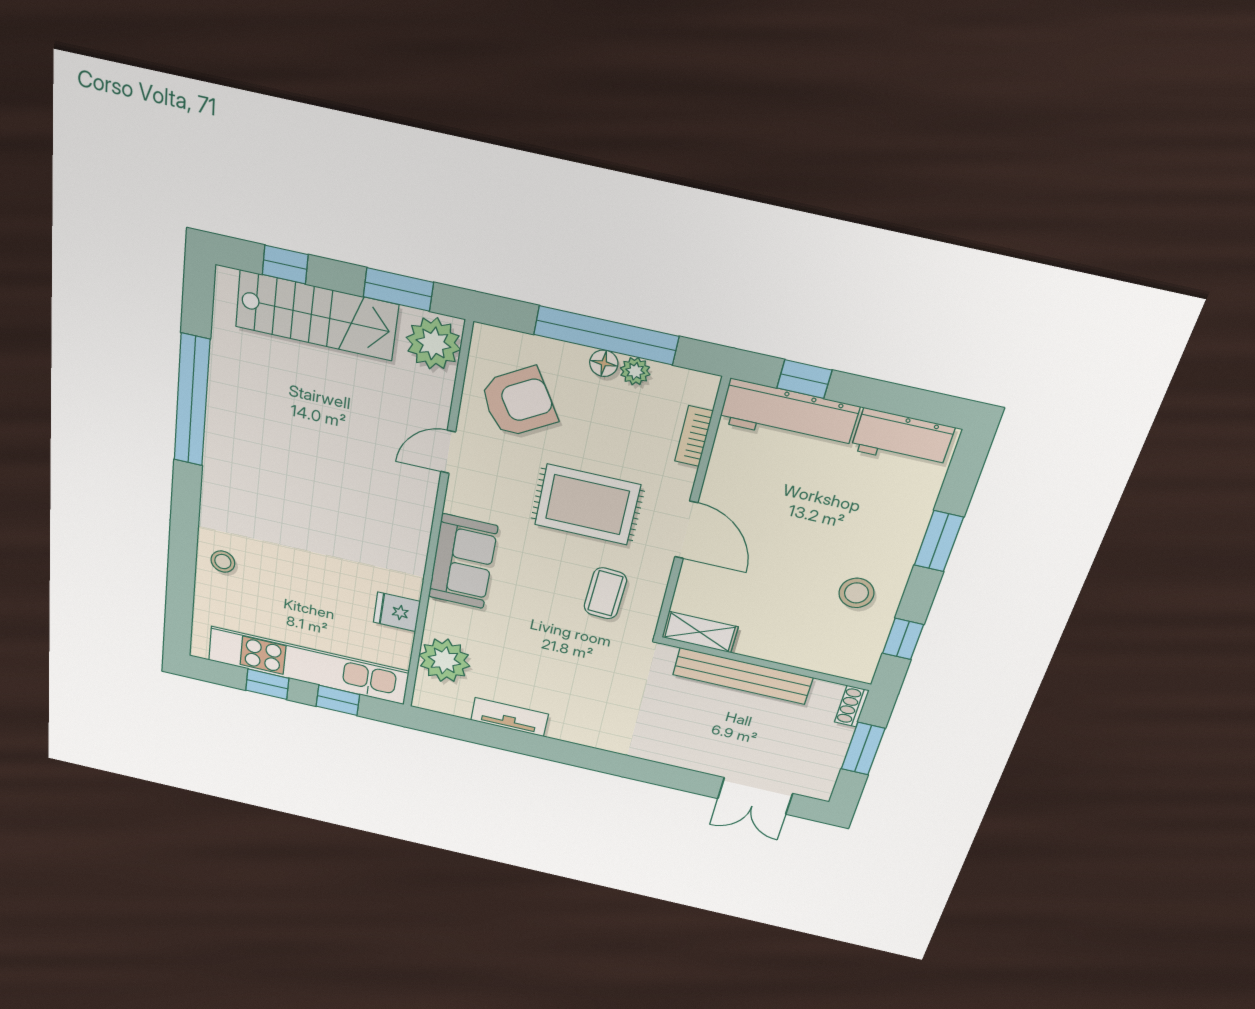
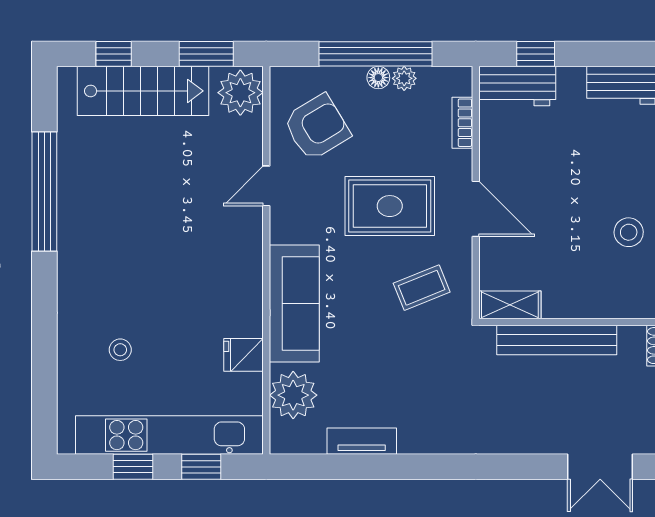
workbench: (789, 414) -> (517, 86), width x0.73
stool: (223, 562) -> (120, 350), moved
sofa: (463, 562) -> (294, 304), width x1.36
coffee table: (605, 593) -> (422, 288), turned 65

